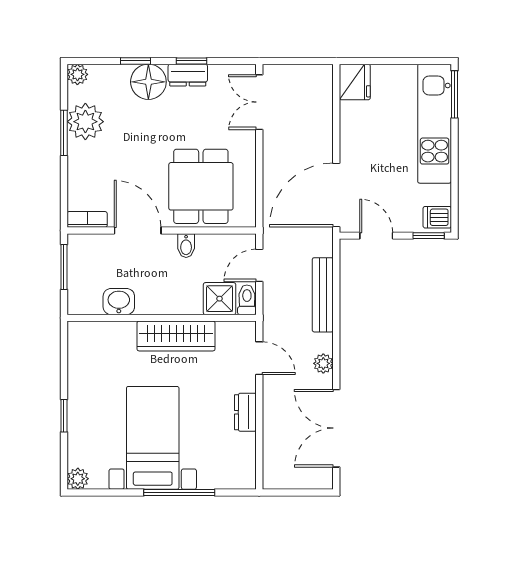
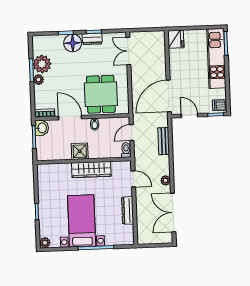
plant: (77, 74) -> (39, 80), moved
bench: (323, 295) -> (164, 141), width x0.73
shower: (220, 299) -> (80, 151), moved
washbasin: (119, 302) -> (42, 128), moved, turned 90
dresser: (245, 412) -> (128, 210), width x1.44

